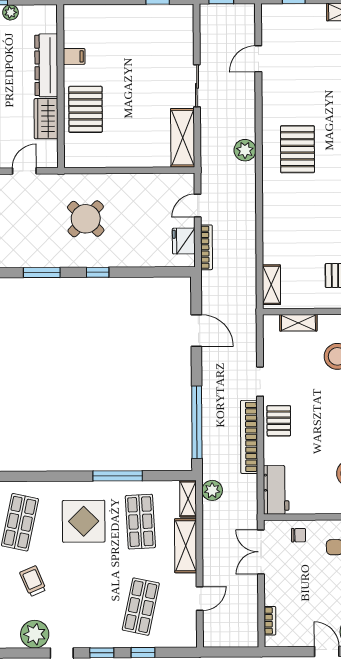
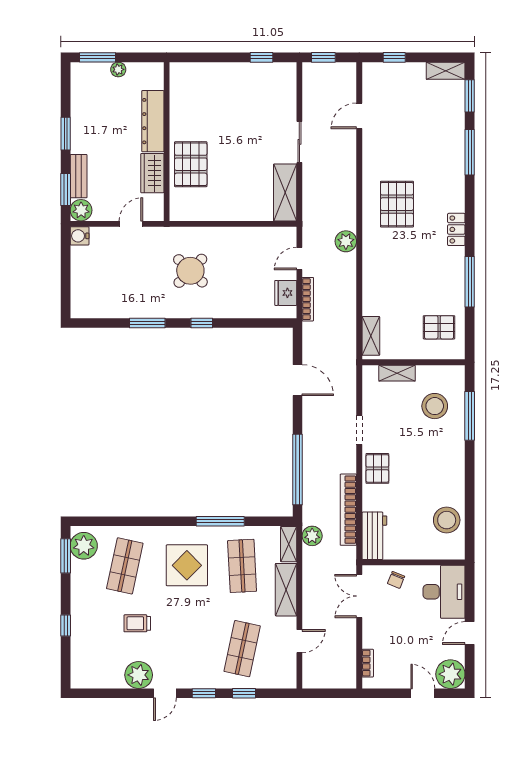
filing cabinet: (74, 56) -> (180, 113), removed
plant: (245, 150) -> (346, 241), moved
bookcase: (249, 437) -> (348, 510), moved
chair: (299, 535) -> (396, 580), turned 112
trolley: (33, 581) -> (137, 623), turned -67

